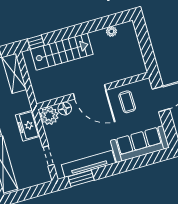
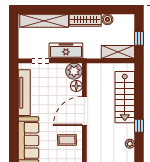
window: (36, 42) -> (139, 126), moved
freezer: (28, 126) -> (66, 51), width x1.40
window: (81, 178) -> (14, 83), removed

